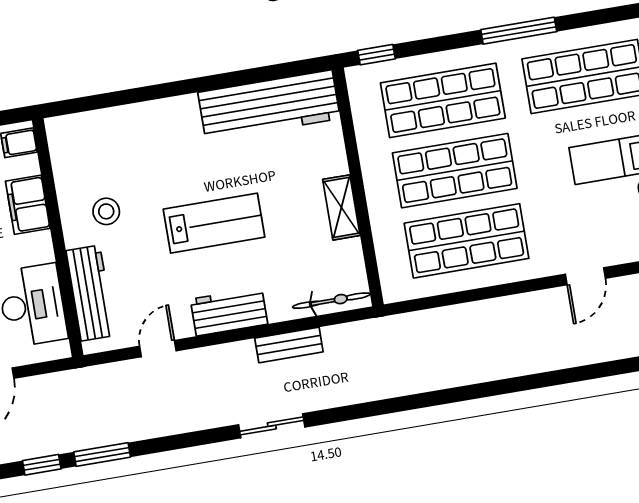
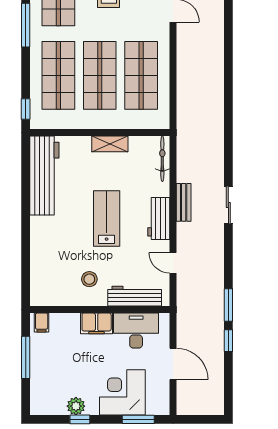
filing cabinet: (28, 205) -> (97, 323), moved
bench: (289, 345) -> (184, 202), moved

